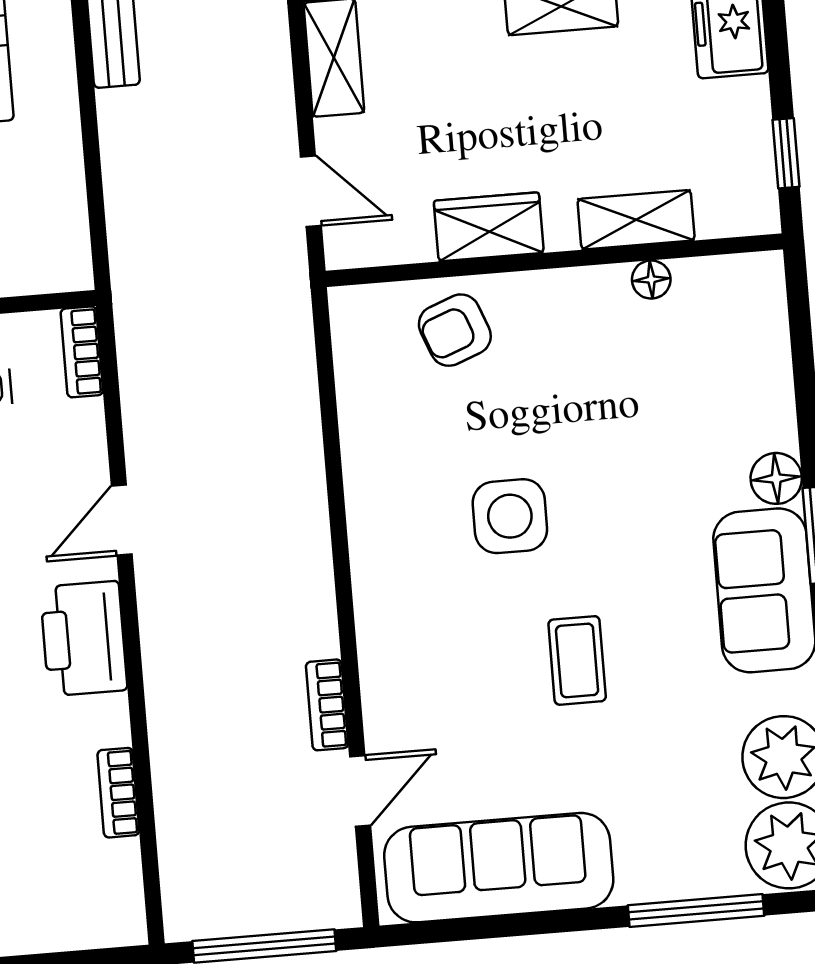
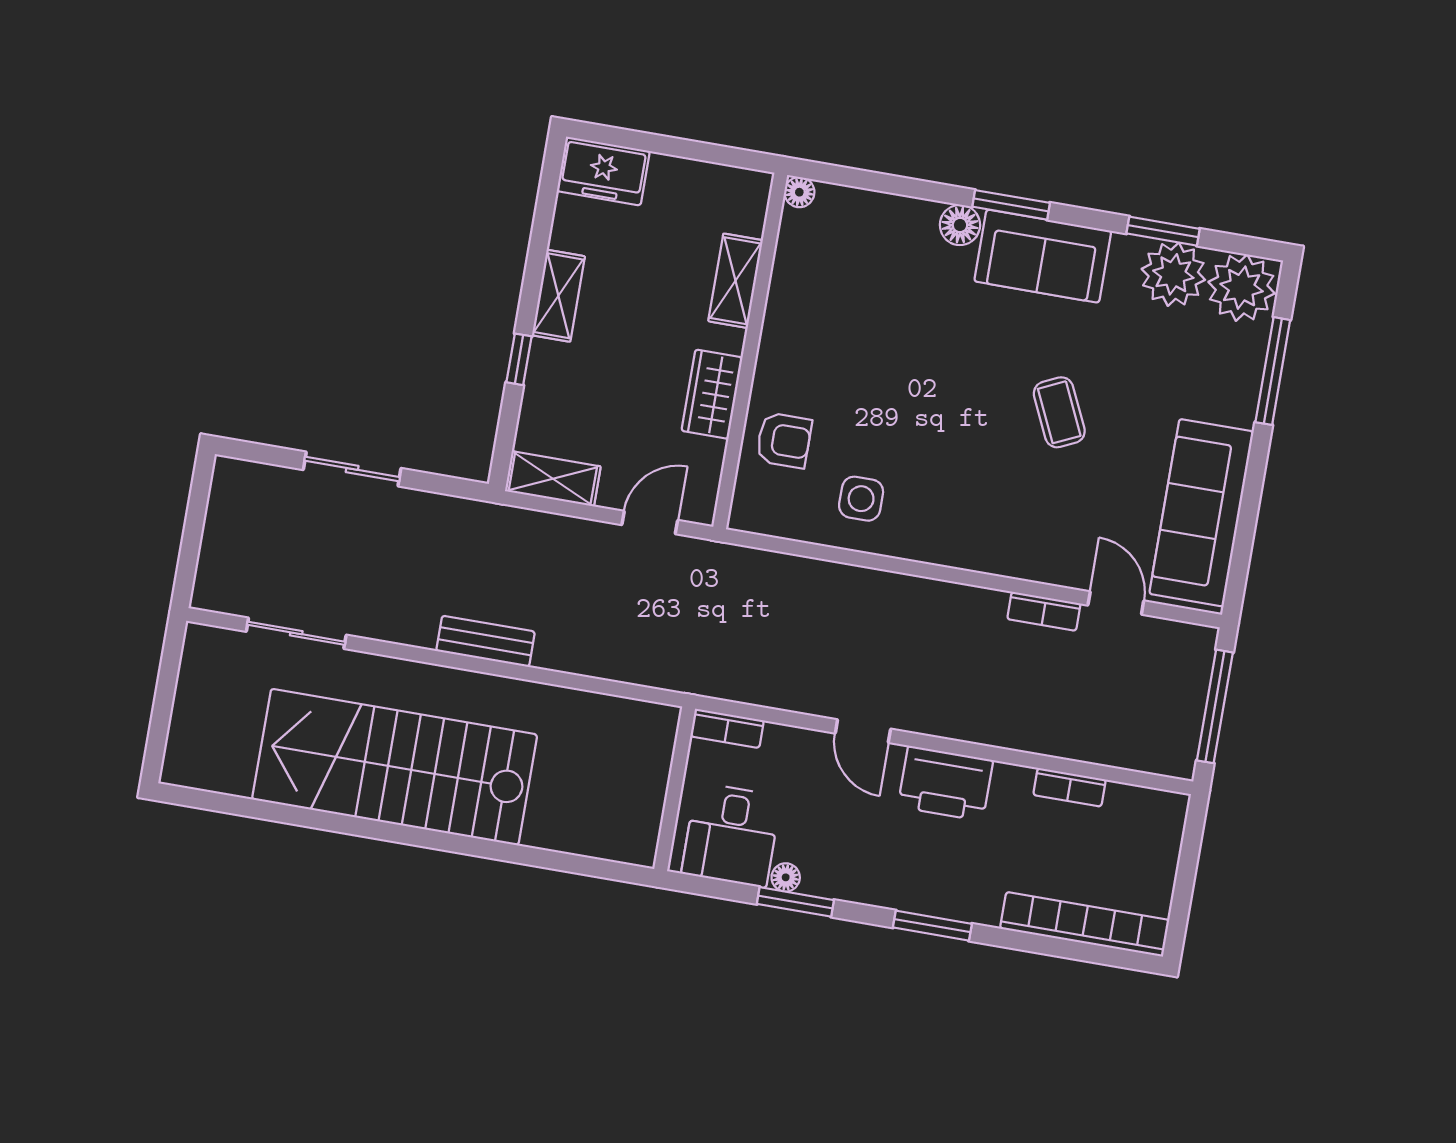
window: (786, 153) -> (714, 154), removed
floor lamp: (651, 280) -> (799, 192), moved
armchair: (455, 330) -> (784, 440), turned -69
side table: (510, 516) -> (861, 499), moved, width x0.73, depth x0.73
coffee table: (577, 660) -> (1059, 412), turned 65

